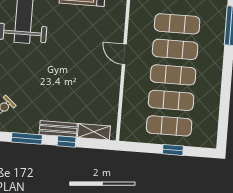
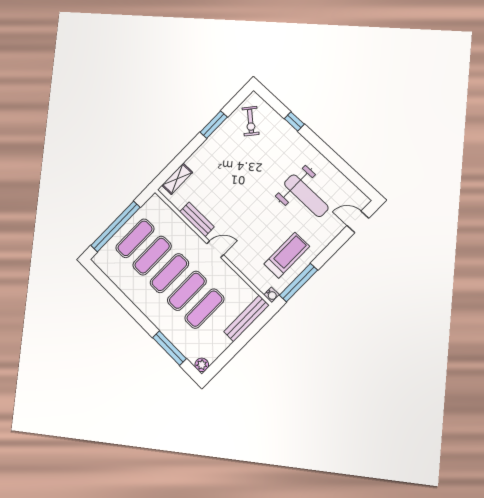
bench: (58, 129) -> (197, 219), moved, turned 90
window: (67, 142) -> (187, 152), removed
window: (173, 150) -> (115, 226), width x3.17

